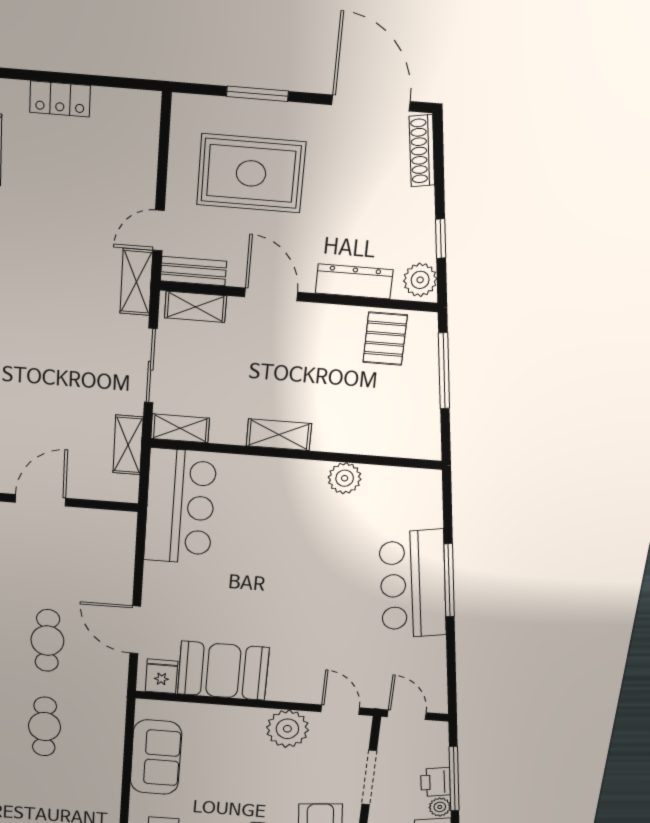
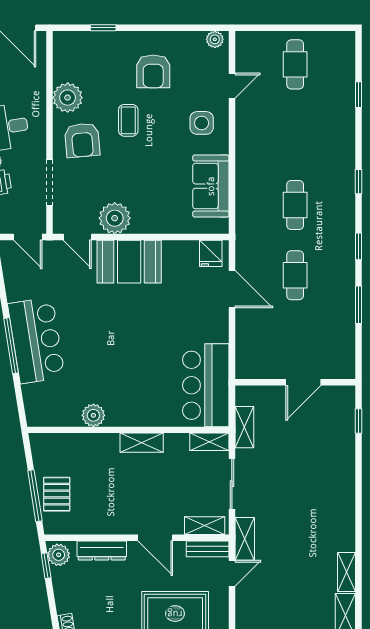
window: (441, 239) -> (46, 566), moved
pallet: (385, 339) -> (57, 494), moved
booth: (223, 671) -> (129, 262), moved

